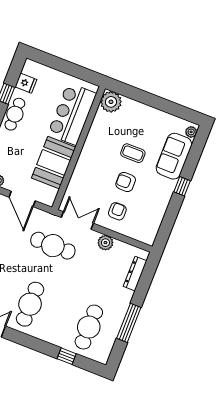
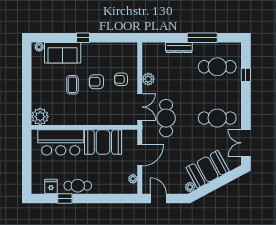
armchair: (126, 182) -> (96, 82), turned 90
double door: (77, 220) -> (140, 107), swing flipped
dresser: (135, 274) -> (179, 48), moved

